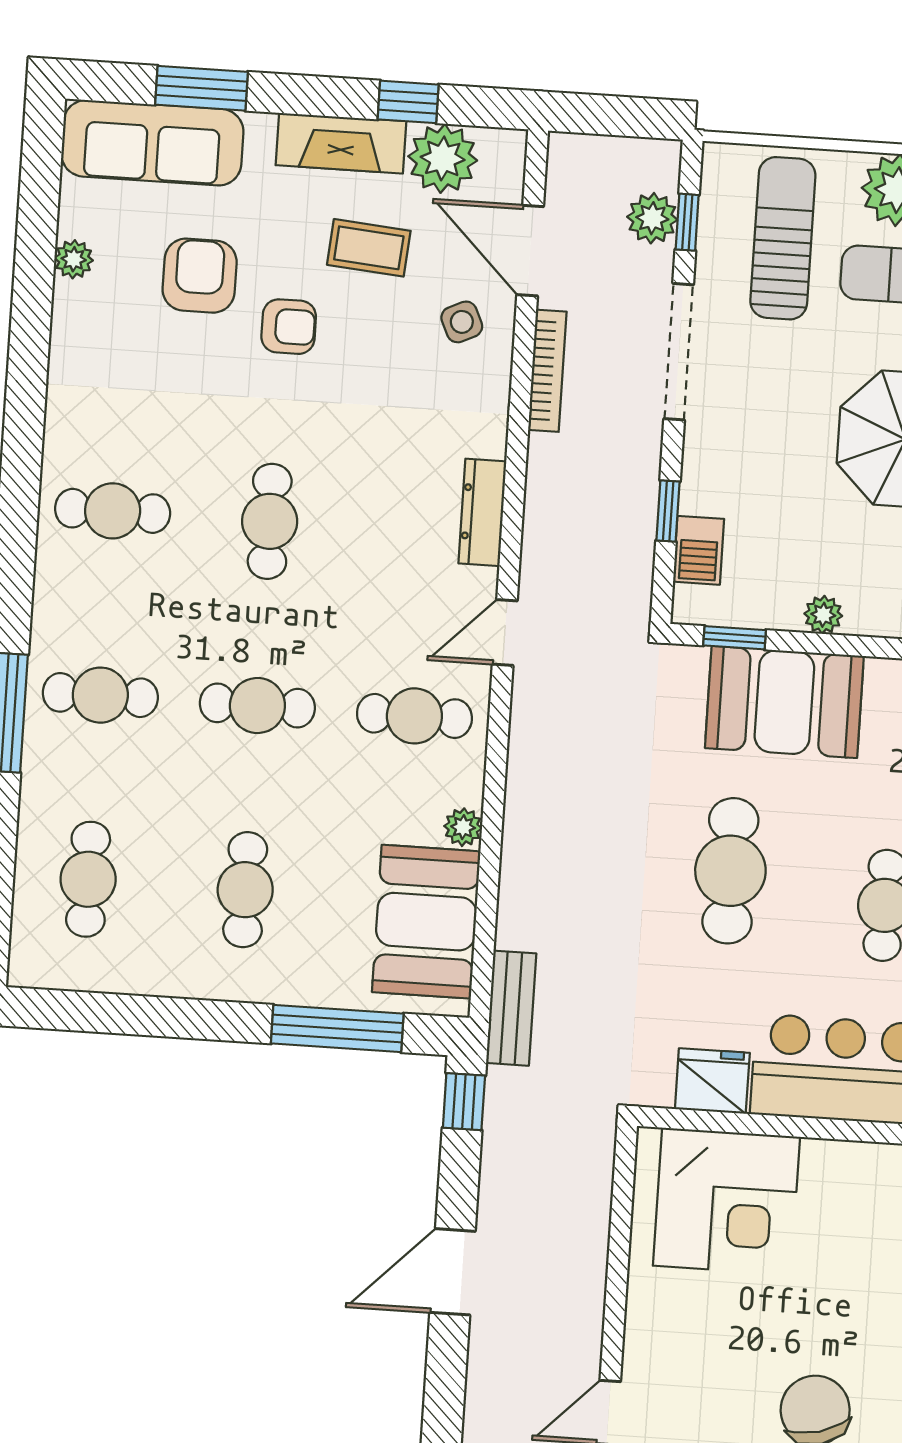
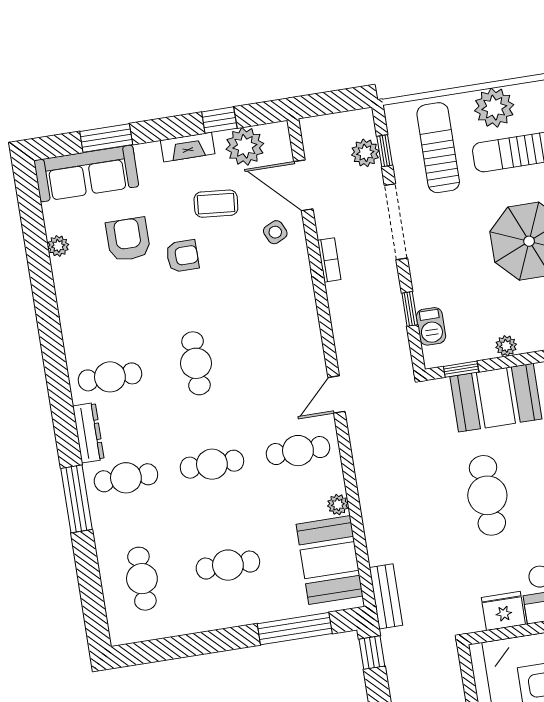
fireplace: (341, 143) -> (188, 147), width x0.73, depth x0.76
bookcase: (547, 371) -> (329, 260), width x0.64
dresser: (482, 512) -> (88, 433), moved, turned 180
cafe table: (245, 890) -> (228, 565), turned 90

